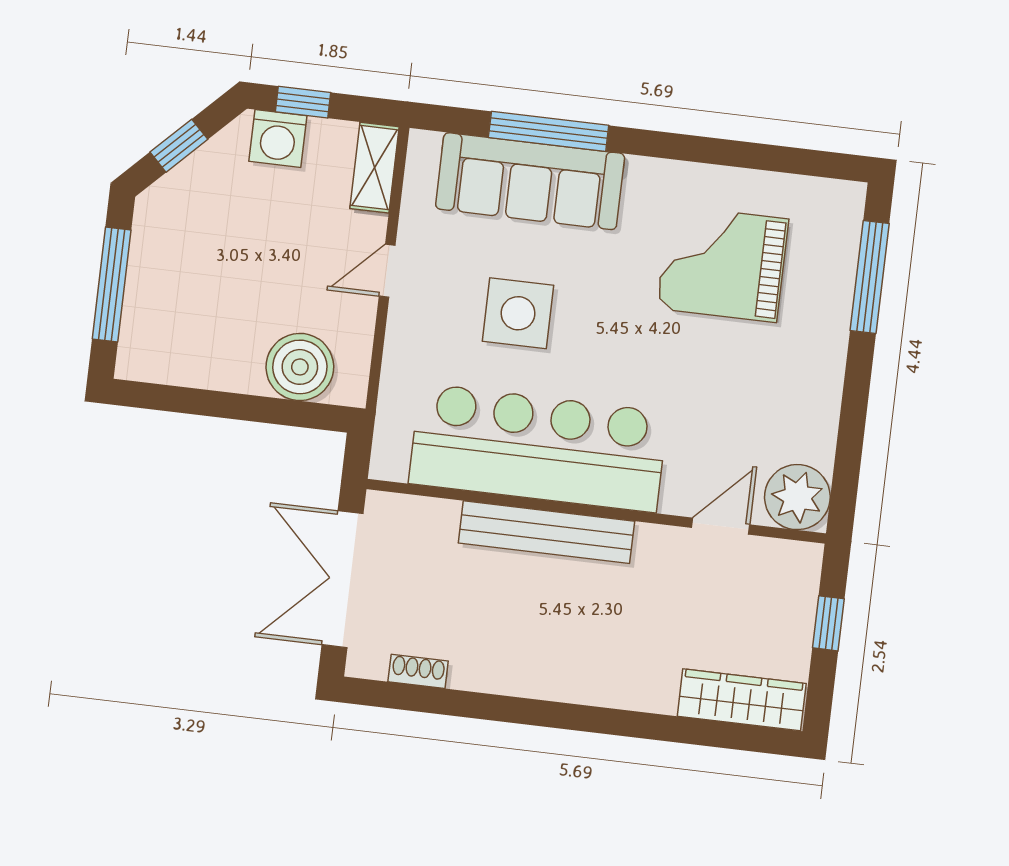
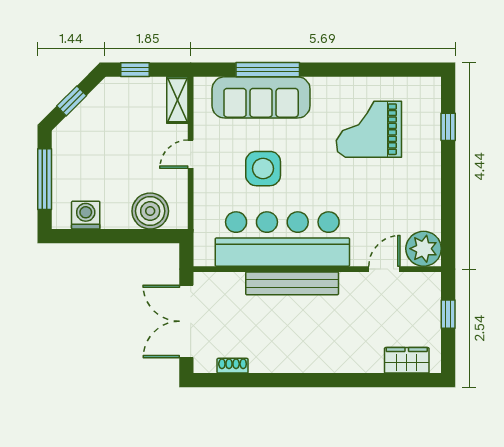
washing machine: (278, 138) -> (86, 215), moved, turned 180
window: (870, 277) -> (448, 127), width x0.46
wardrobe: (742, 700) -> (407, 360), width x0.67

